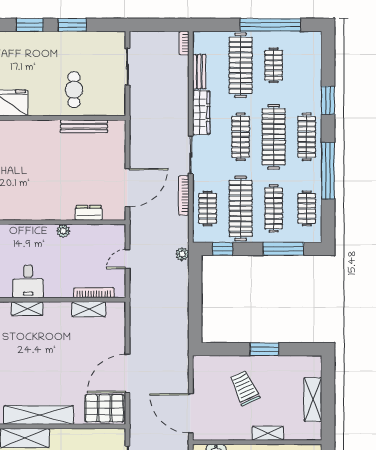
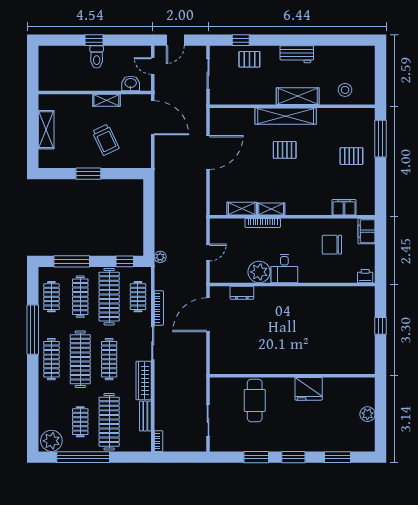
plant: (307, 43) -> (51, 441), added
cafe table: (74, 90) -> (255, 400), width x1.37, depth x1.35
window: (328, 100) -> (33, 391), removed
bench: (84, 126) -> (246, 368), removed
plant: (63, 231) -> (259, 272), width x1.88, depth x1.88
desk: (28, 281) -> (284, 269), moved, turned 180
bookcase: (94, 293) -> (263, 223), moved
shelving: (27, 309) -> (271, 209), moved
pallet: (104, 408) -> (285, 150), moved, width x0.67, depth x0.71
shelving: (268, 433) -> (106, 100), moved

